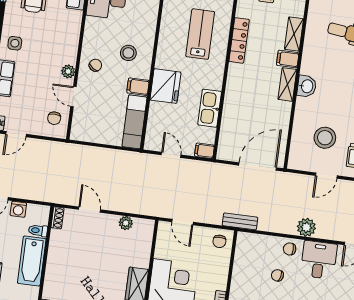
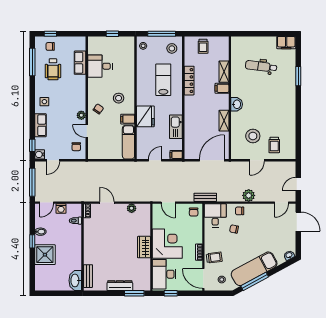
shelving: (287, 84) -> (224, 121), moved
door: (171, 155) -> (155, 160), hinge flipped
desk: (319, 260) -> (215, 215), moved
bathtub: (32, 261) -> (74, 241), removed

